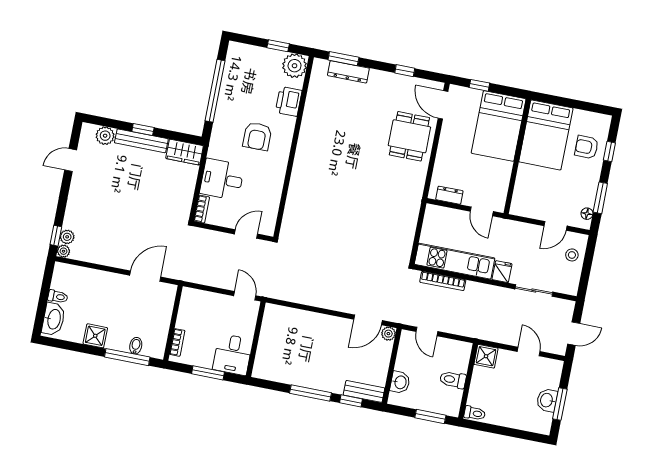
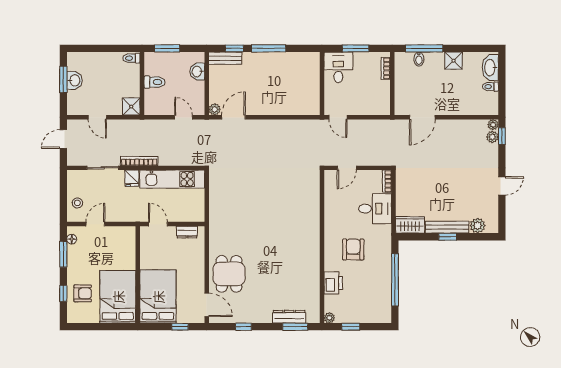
plant: (295, 66) -> (329, 318), width x0.53, depth x0.53
door: (71, 160) -> (502, 186), moved
bookcase: (443, 281) -> (139, 161), moved

